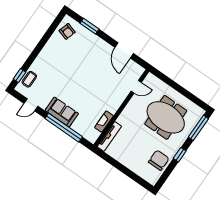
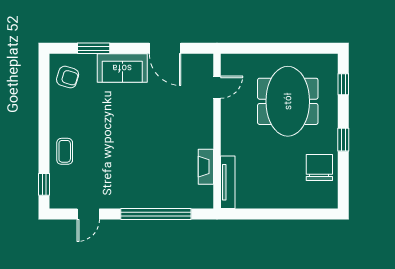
coffee table: (29, 79) -> (65, 151), moved
sofa: (62, 112) -> (122, 68), moved, turned 180
meeting table: (166, 117) -> (288, 101), turned 90
window: (198, 128) -> (343, 84), width x0.46

